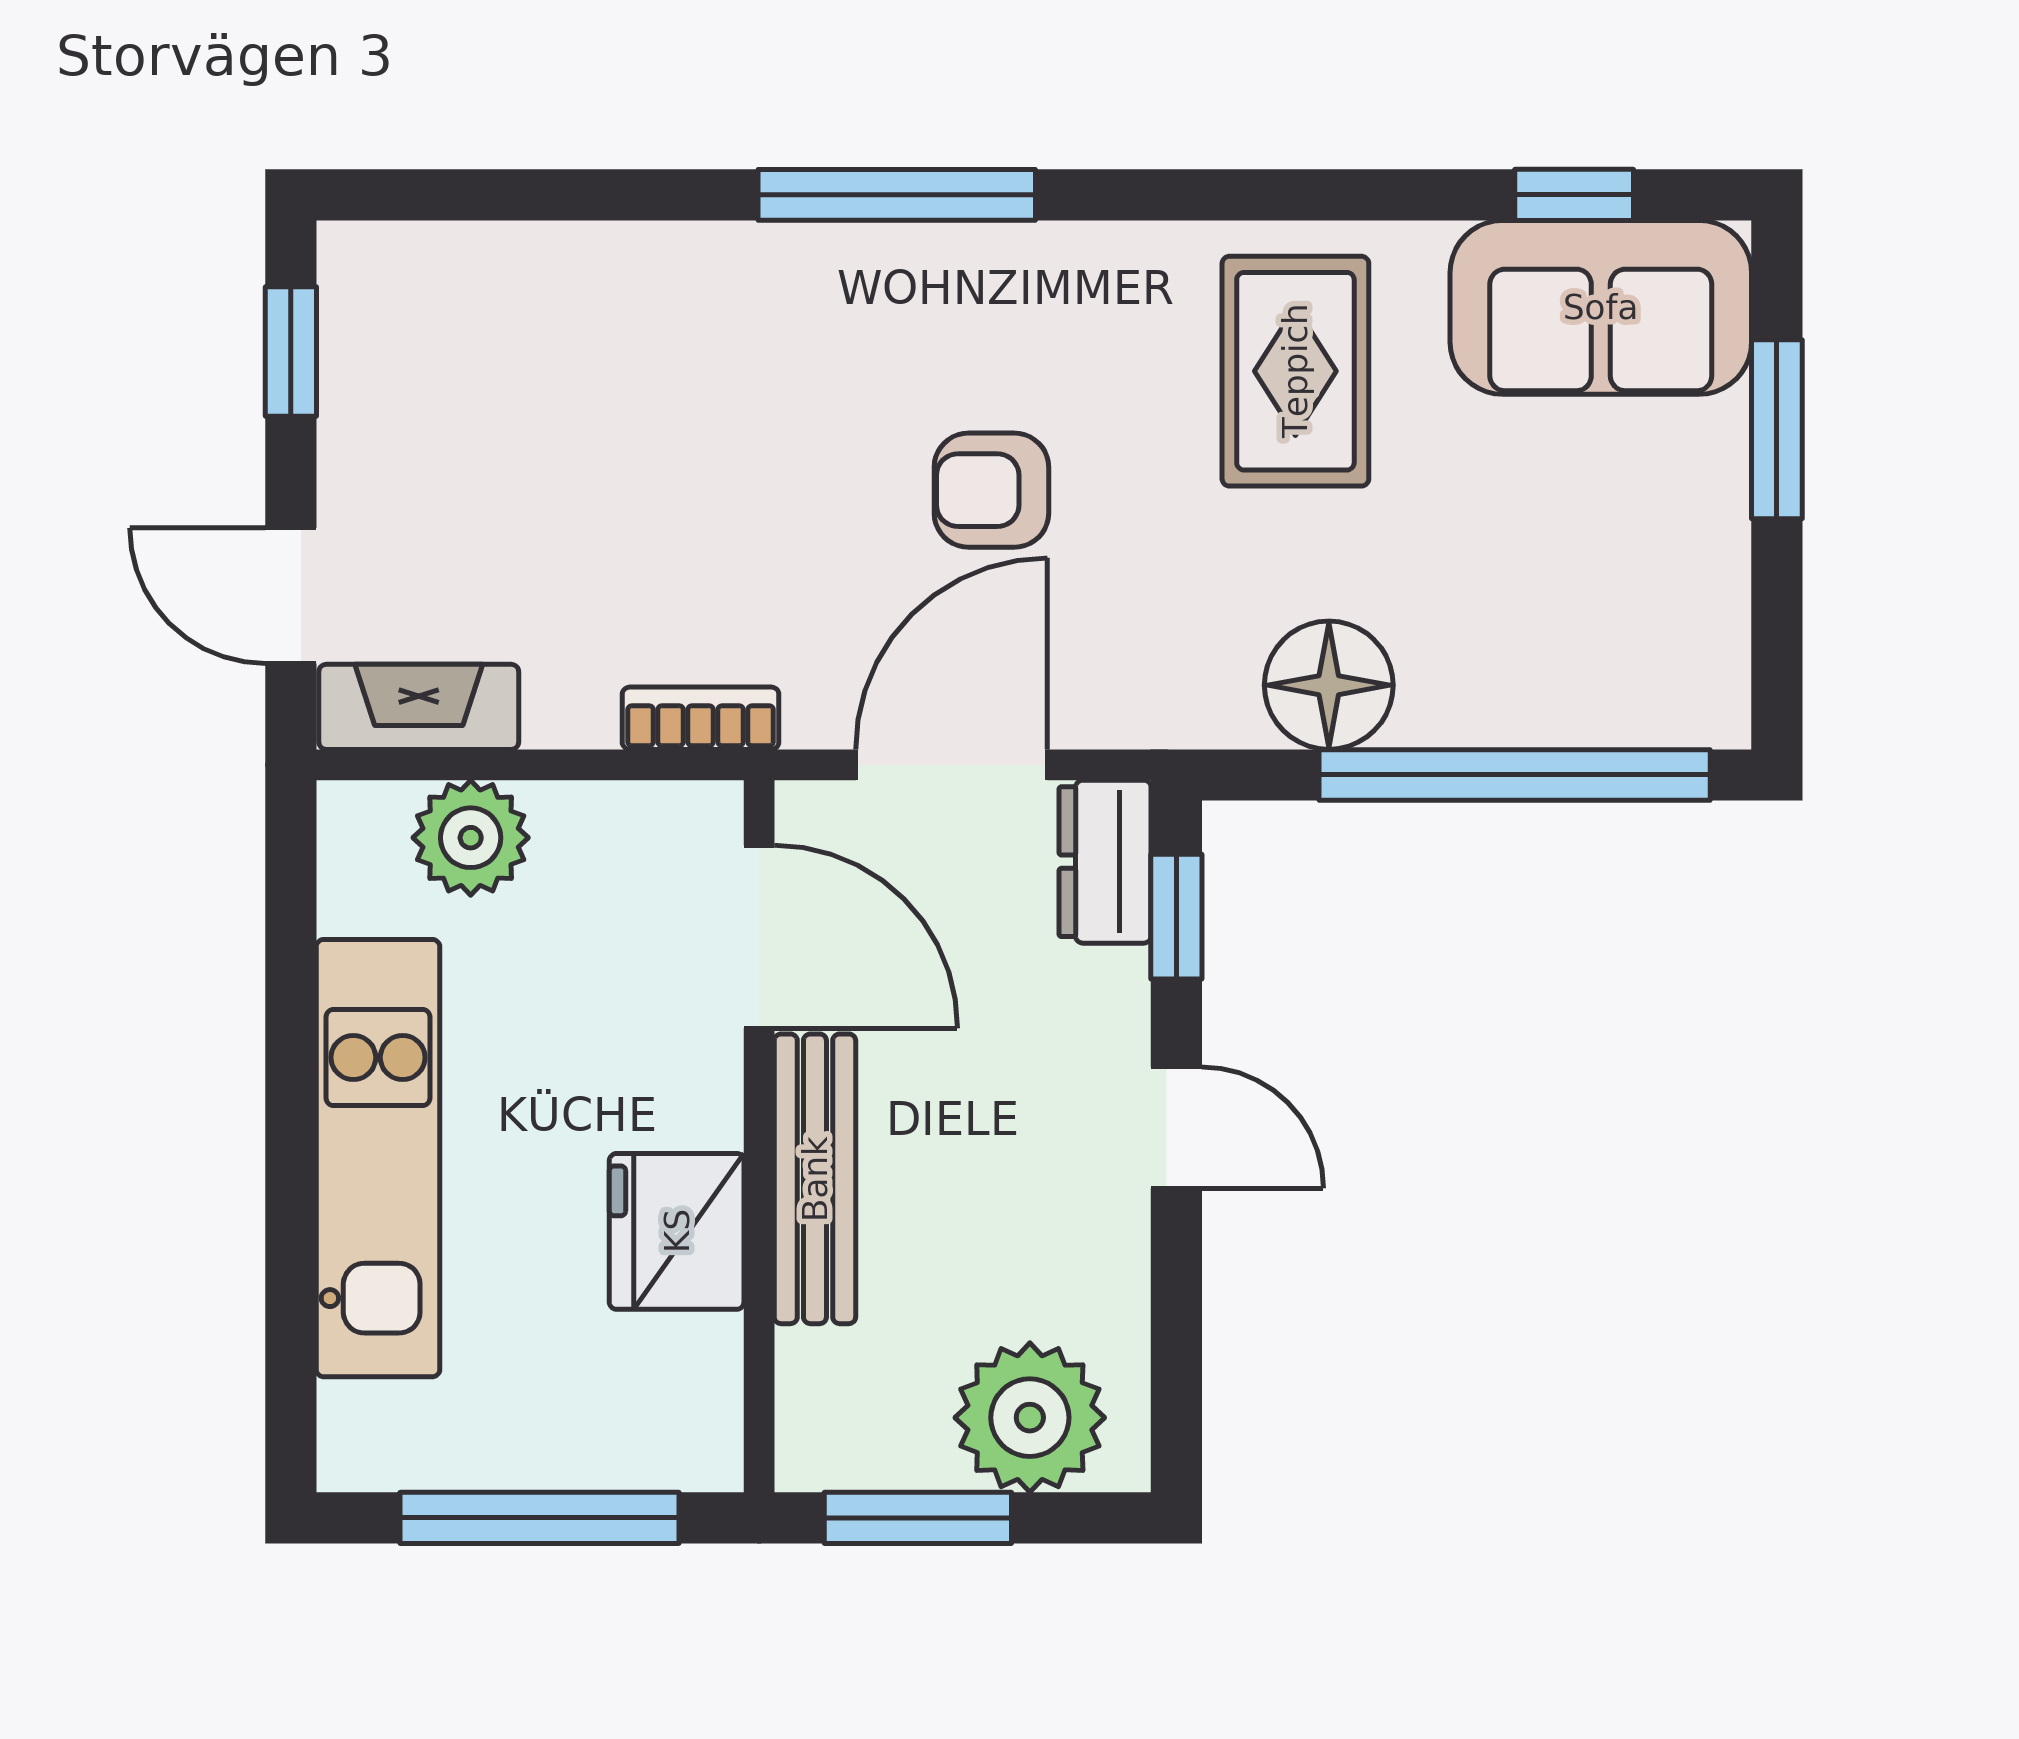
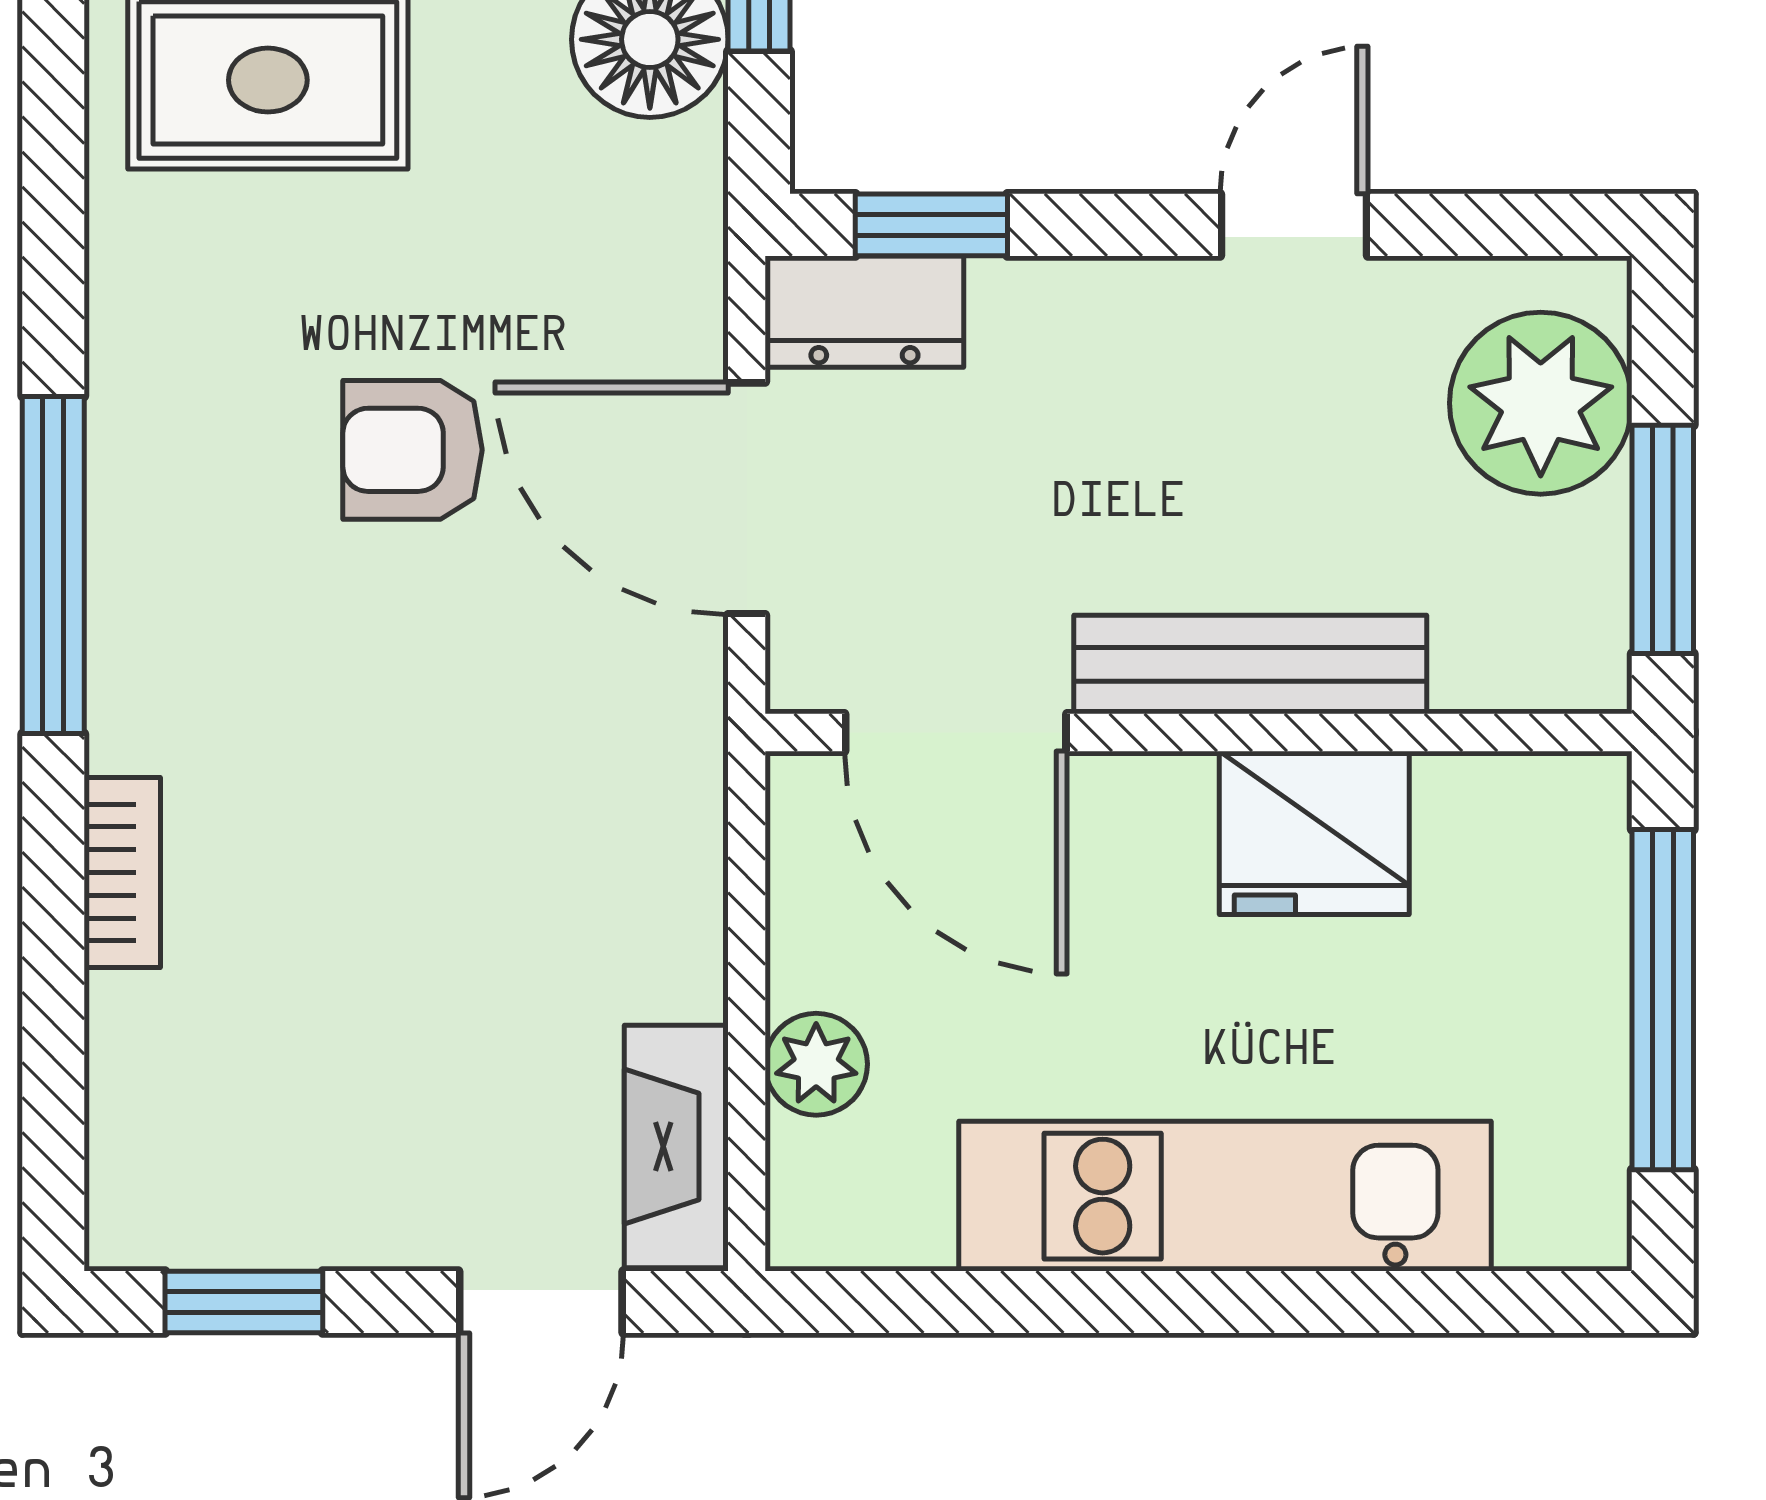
armchair: (991, 490) -> (413, 450), turned 90
bookcase: (701, 718) -> (122, 873), moved, turned 180
plant: (471, 838) -> (816, 1064), width x0.73, depth x0.73
door: (759, 937) -> (956, 732), swing flipped
door: (1176, 1128) -> (1294, 225), moved

